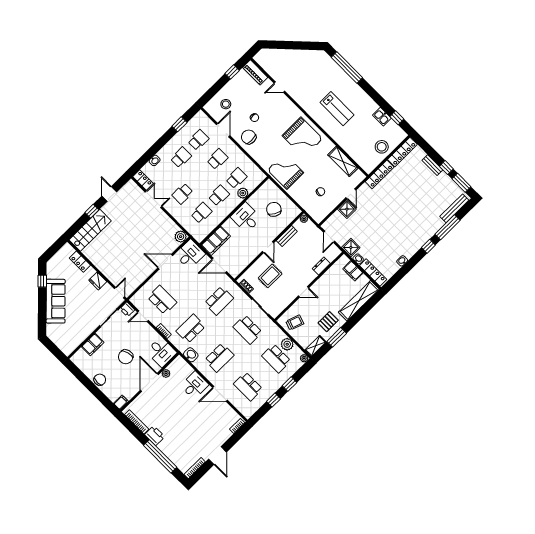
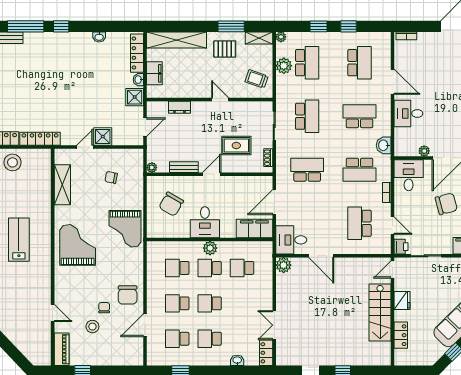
stool: (226, 104) -> (92, 327), moved
plant: (243, 193) -> (210, 248), moved
school desk: (182, 194) -> (210, 303), moved, turned 180
stairs: (90, 230) -> (380, 312), moved, turned -90
door: (219, 266) -> (274, 202), swing flipped

